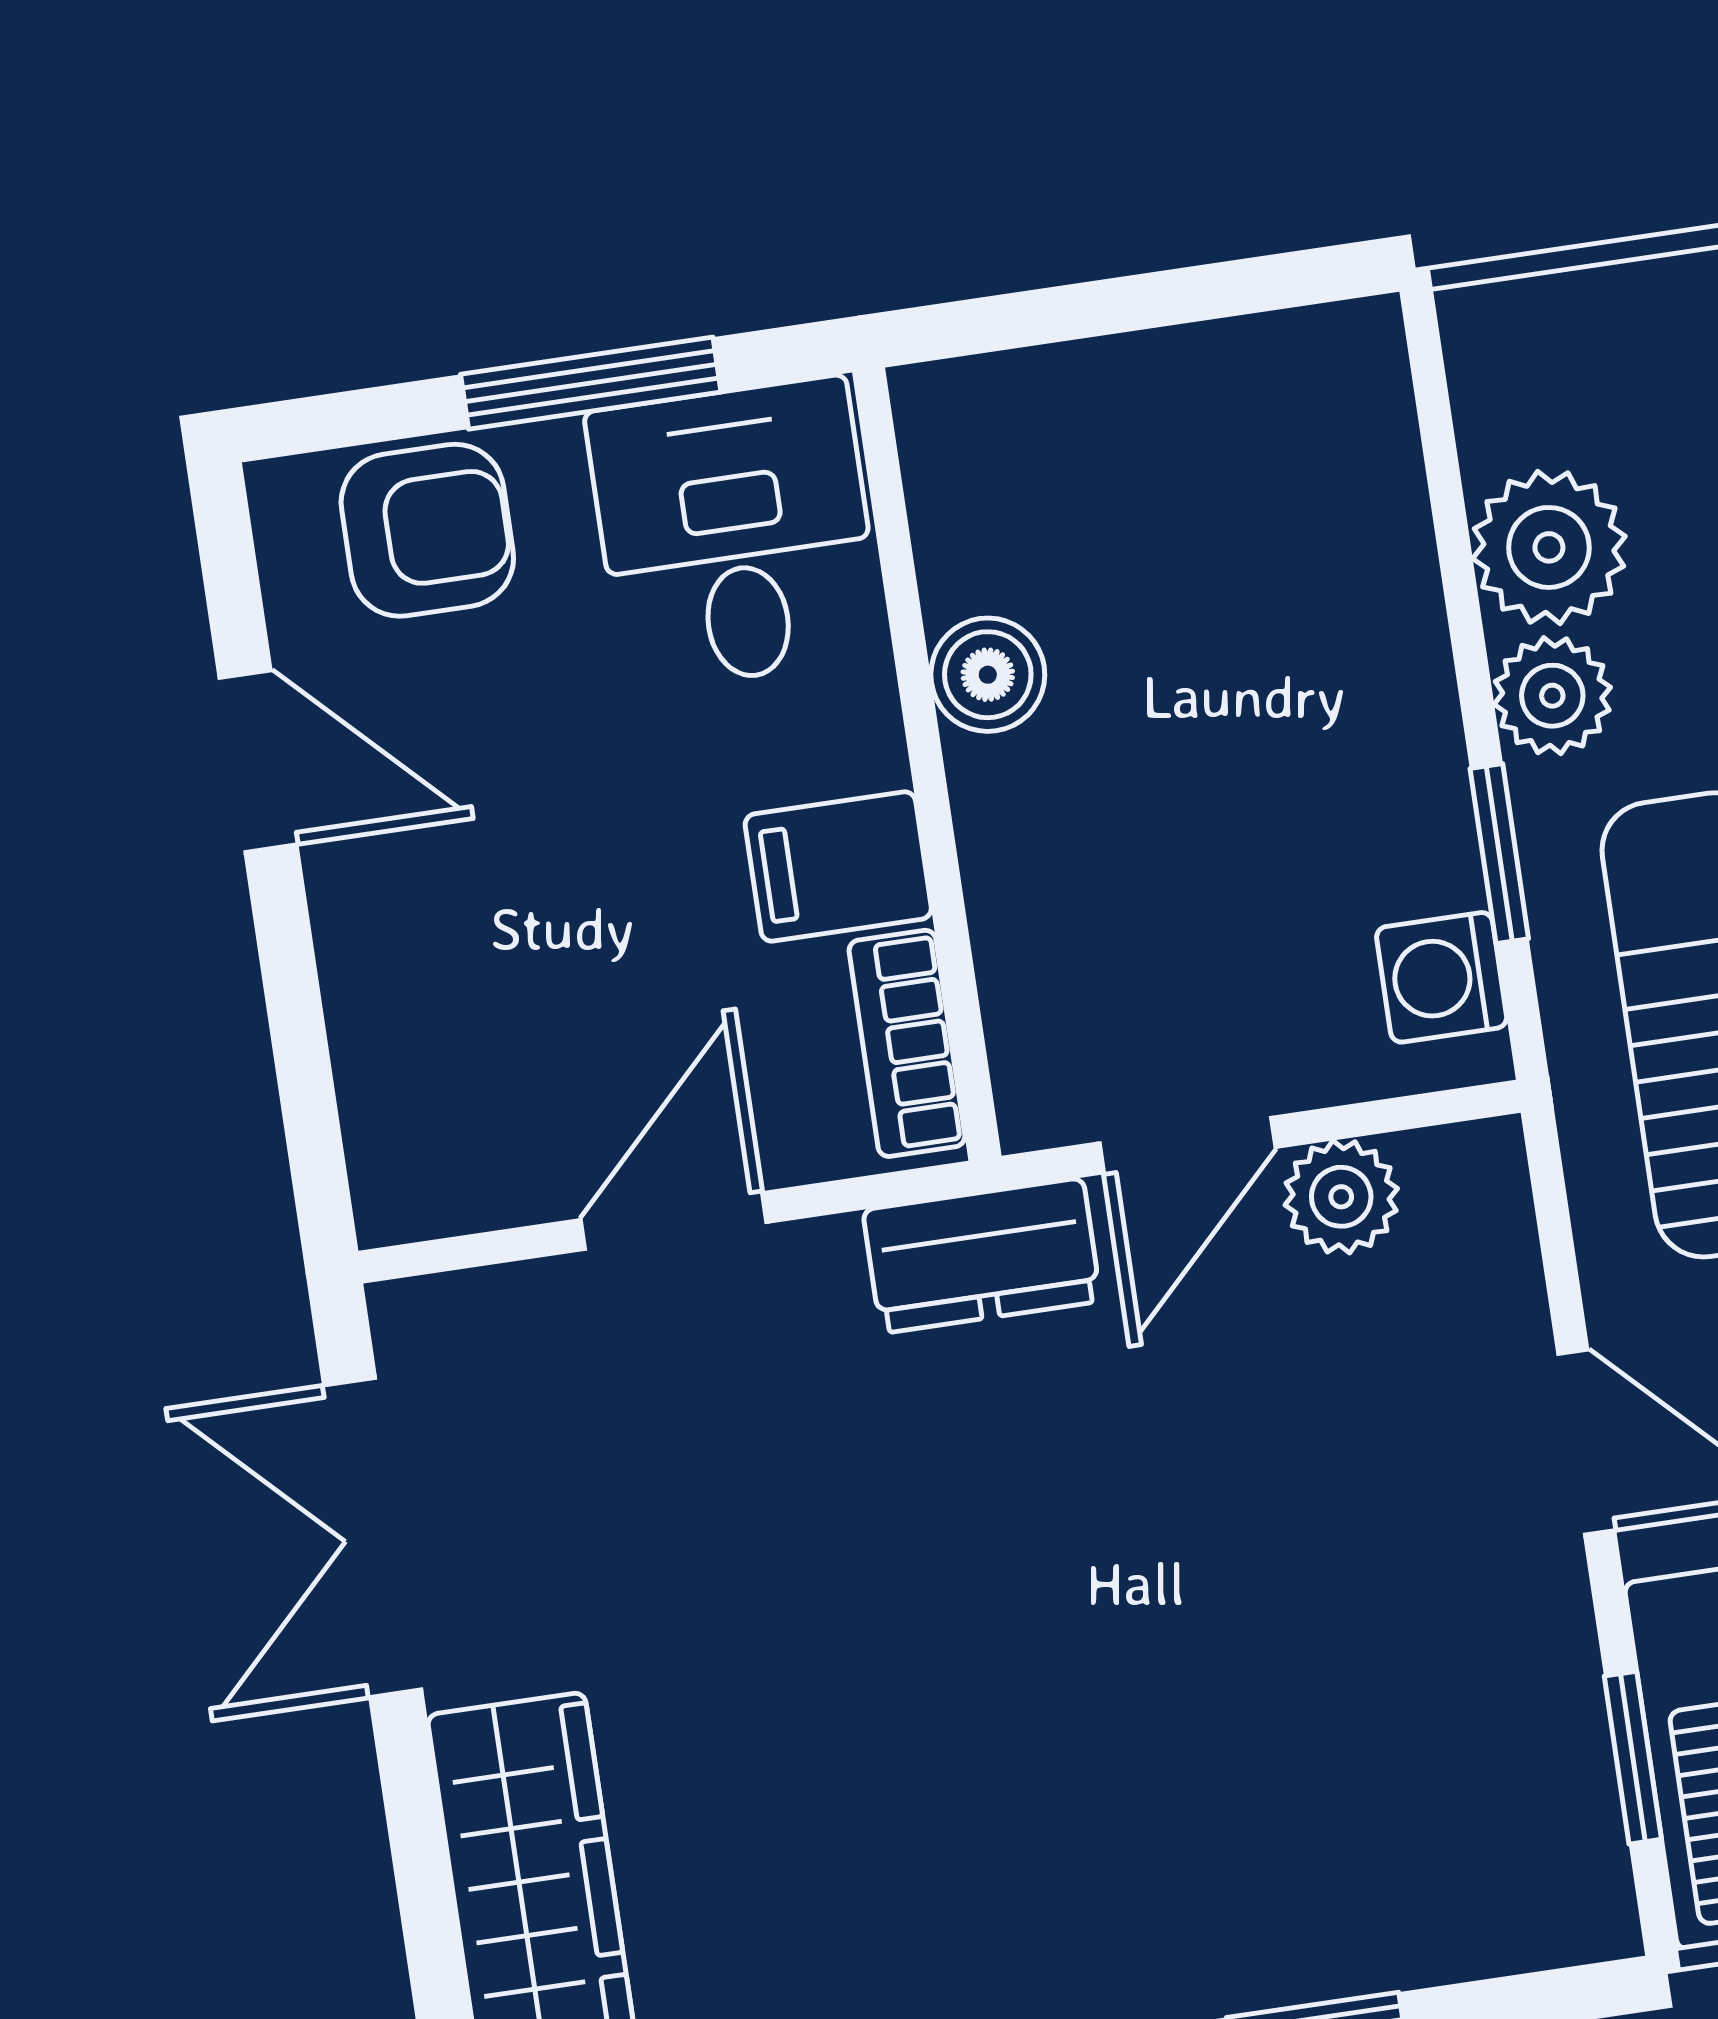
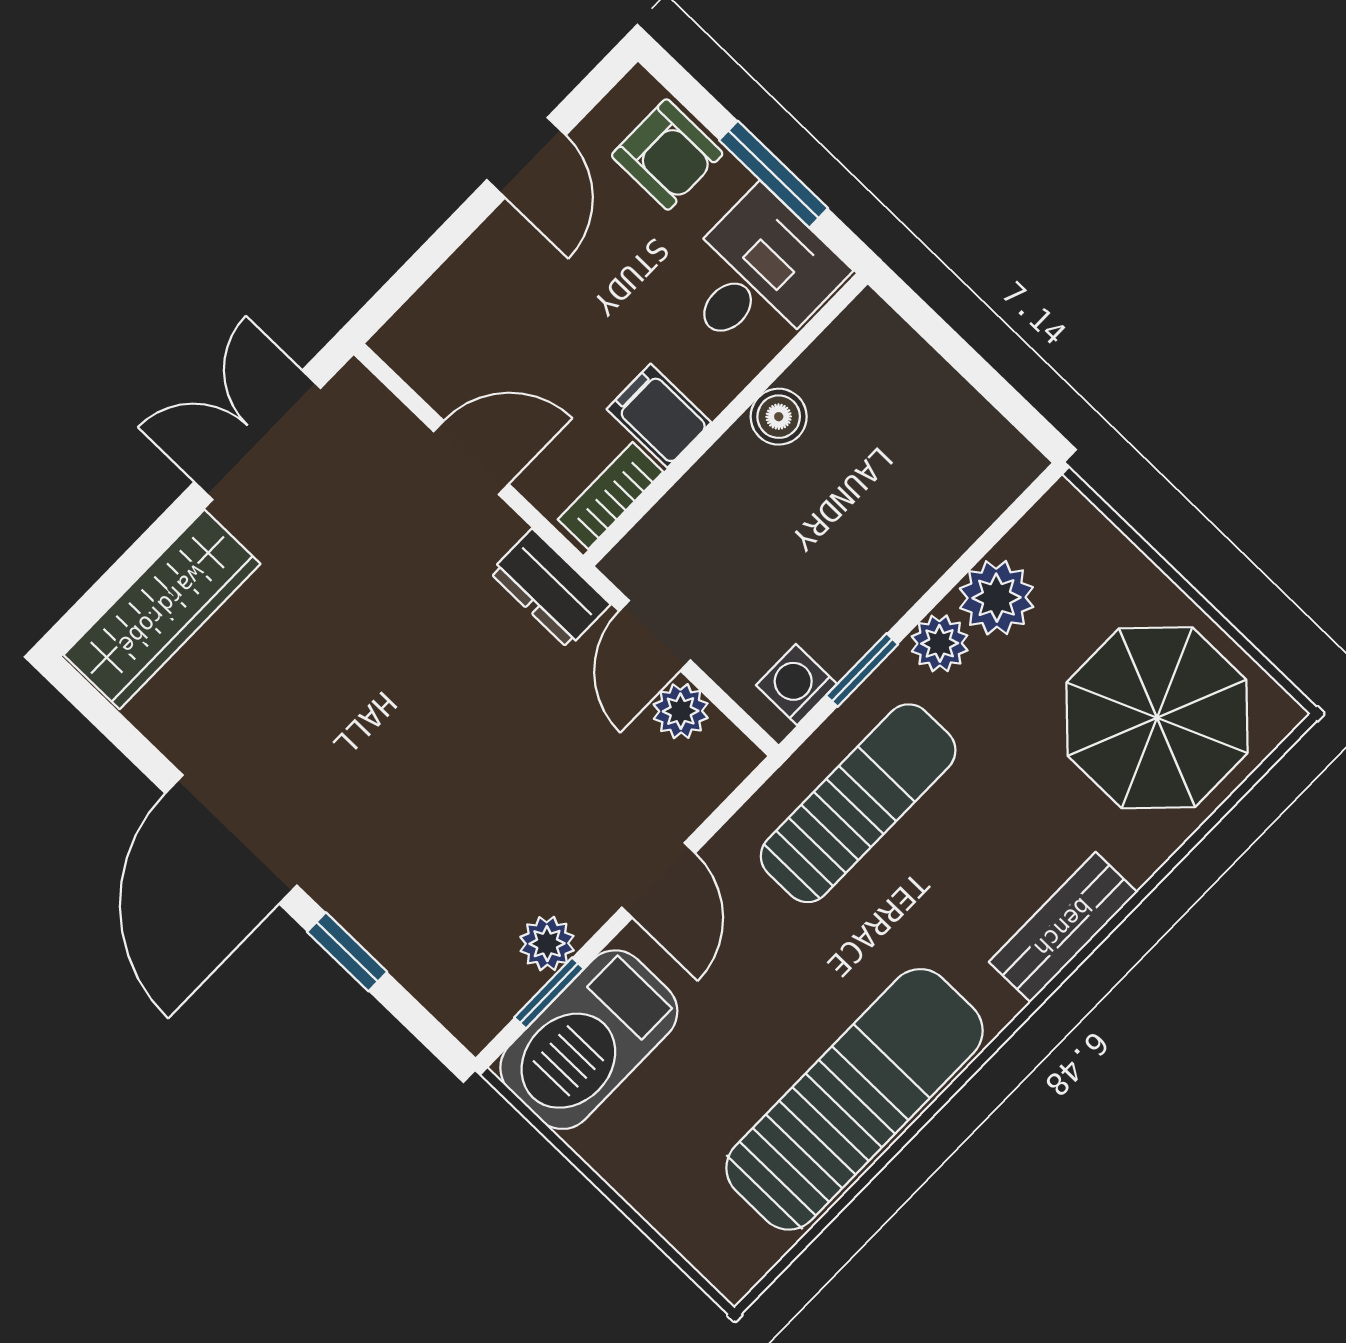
door: (1187, 1145) -> (655, 636), hinge flipped
plant: (1551, 1700) -> (547, 944), added

